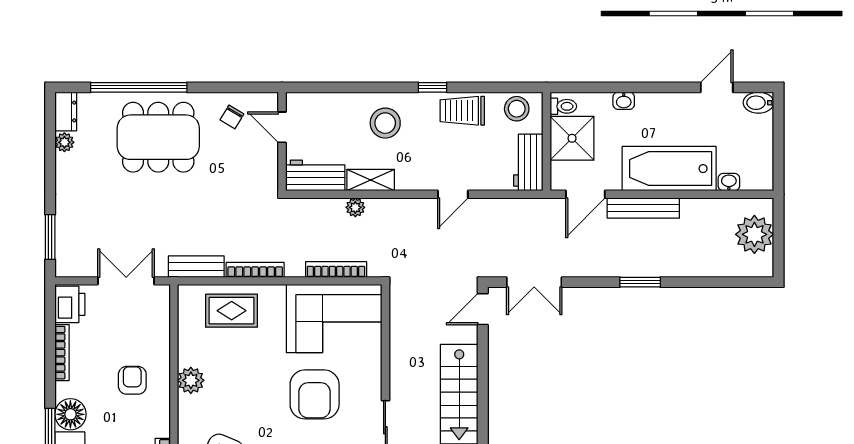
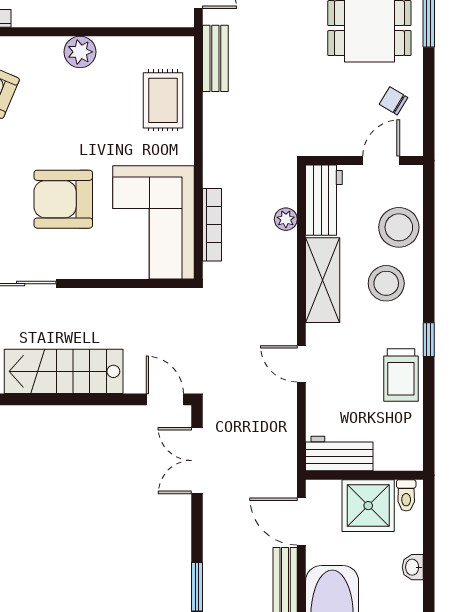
stool: (517, 109) -> (399, 227), moved, width x1.38, depth x1.38
trolley: (462, 111) -> (401, 375), turned 180
shelving: (371, 180) -> (323, 280), width x1.50, depth x1.33
plant: (355, 207) -> (286, 219), moved
bookcase: (255, 270) -> (212, 128), removed

